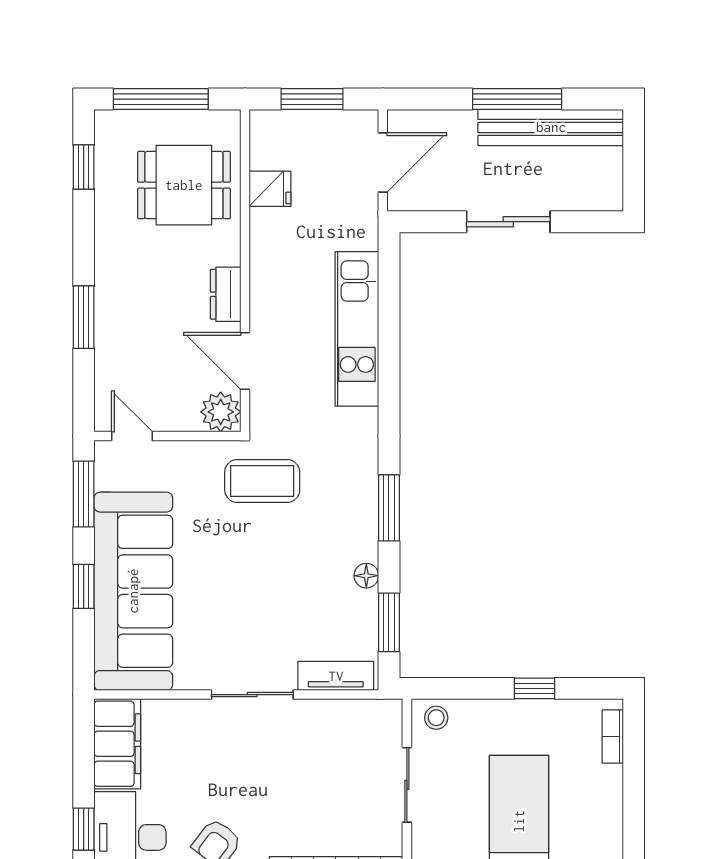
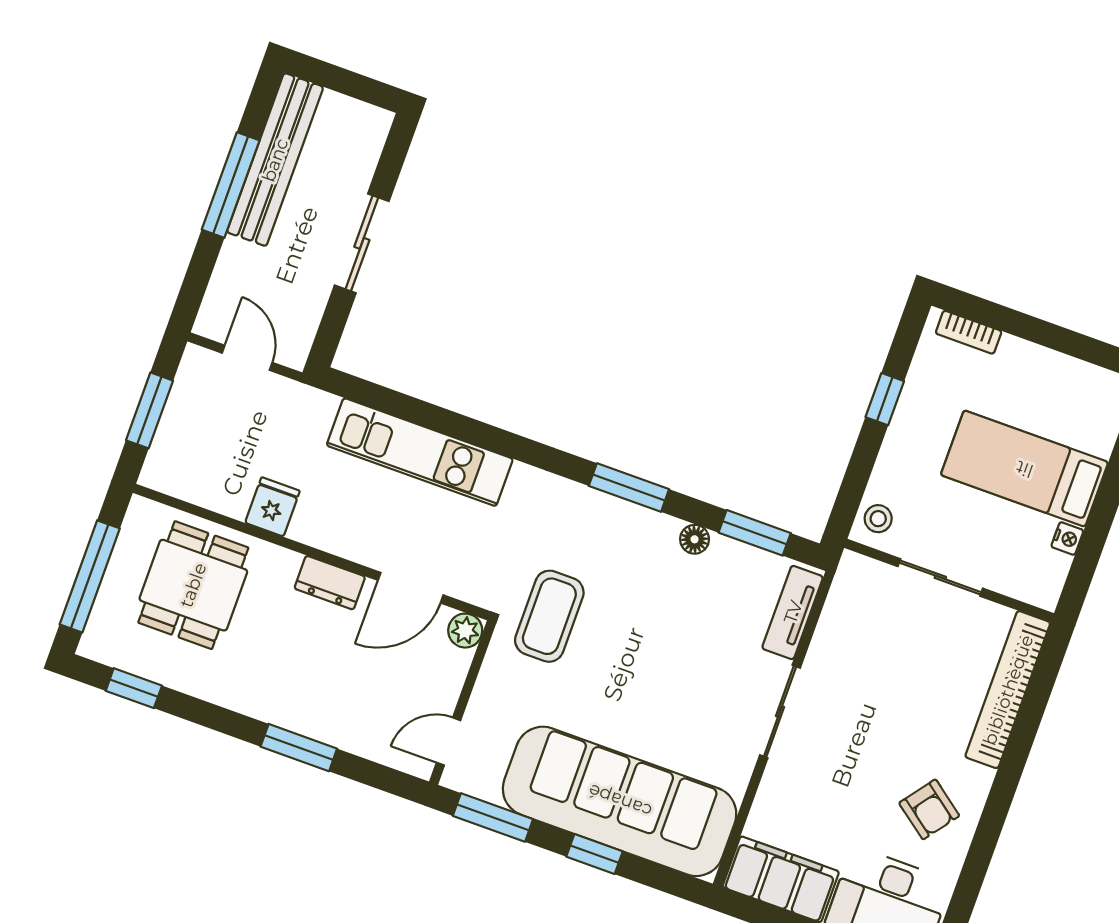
door: (383, 162) -> (247, 358), width x0.73
fridge: (270, 189) -> (272, 507), moved
plant: (221, 412) -> (465, 631), width x0.73, depth x0.73

